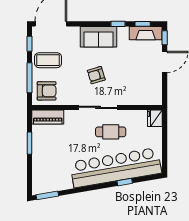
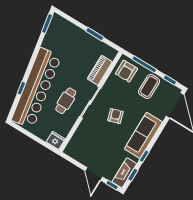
sofa: (99, 37) -> (143, 135), width x1.36
piano: (48, 117) -> (100, 70), moved

